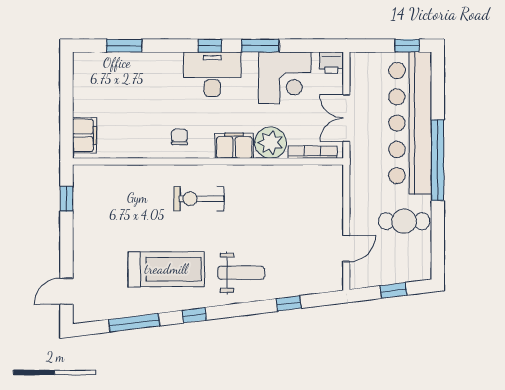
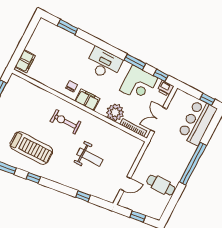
window: (210, 46) -> (161, 75), moved
bar counter: (410, 123) -> (197, 122), width x0.54
filing cabinet: (234, 146) -> (87, 100), moved
weight bench: (241, 273) -> (90, 157), moved

